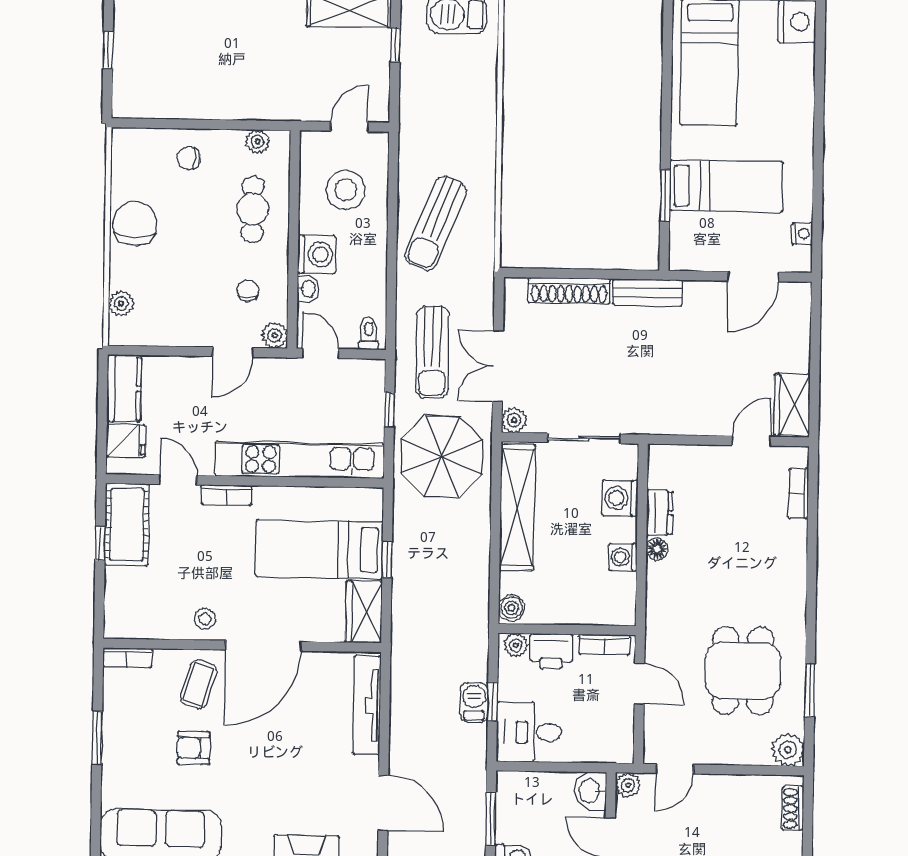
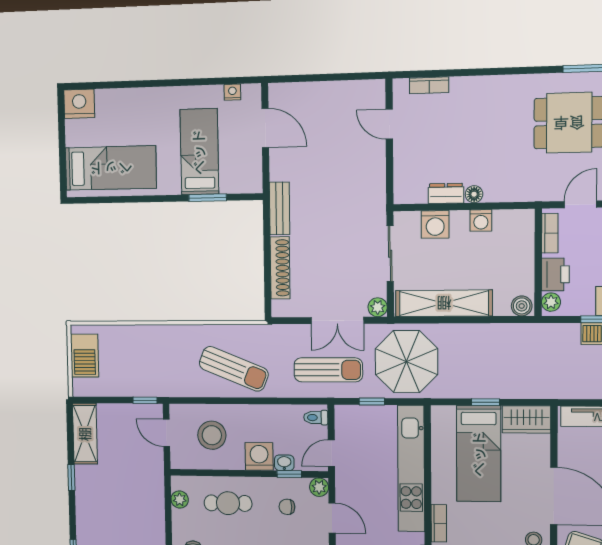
window: (395, 45) -> (145, 400), moved
window: (293, 295) -> (289, 474), added
wardrobe: (792, 405) -> (361, 94), removed

